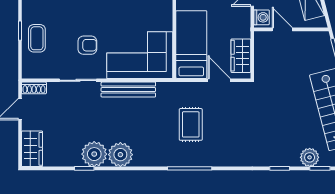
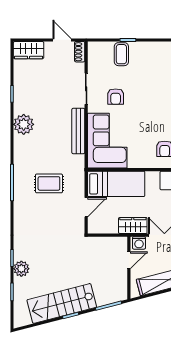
coffee table: (37, 38) -> (121, 54), turned 90
wardrobe: (241, 56) -> (133, 225), moved
plant: (94, 154) -> (24, 102), removed
plant: (310, 157) -> (21, 269), moved

